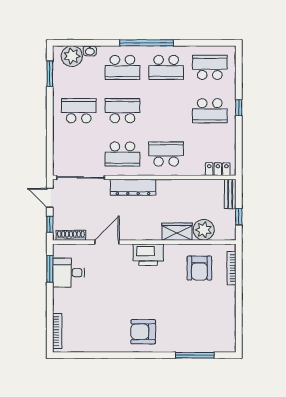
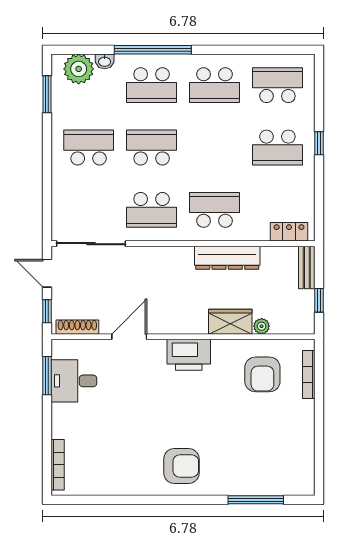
window: (147, 43) -> (153, 50), moved
dresser: (133, 187) -> (227, 258), moved
plant: (204, 230) -> (262, 326), width x0.53, depth x0.53
armchair: (143, 332) -> (181, 466), turned 180

